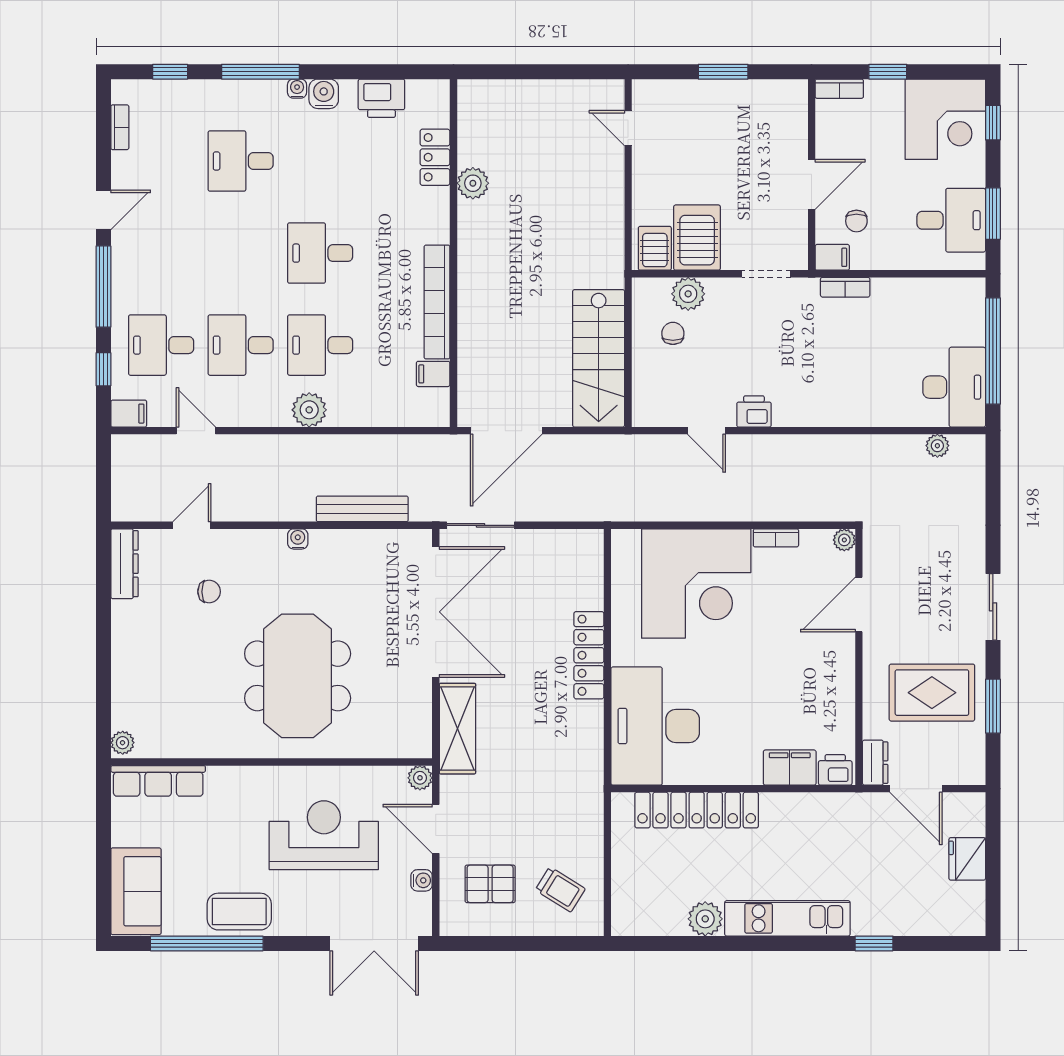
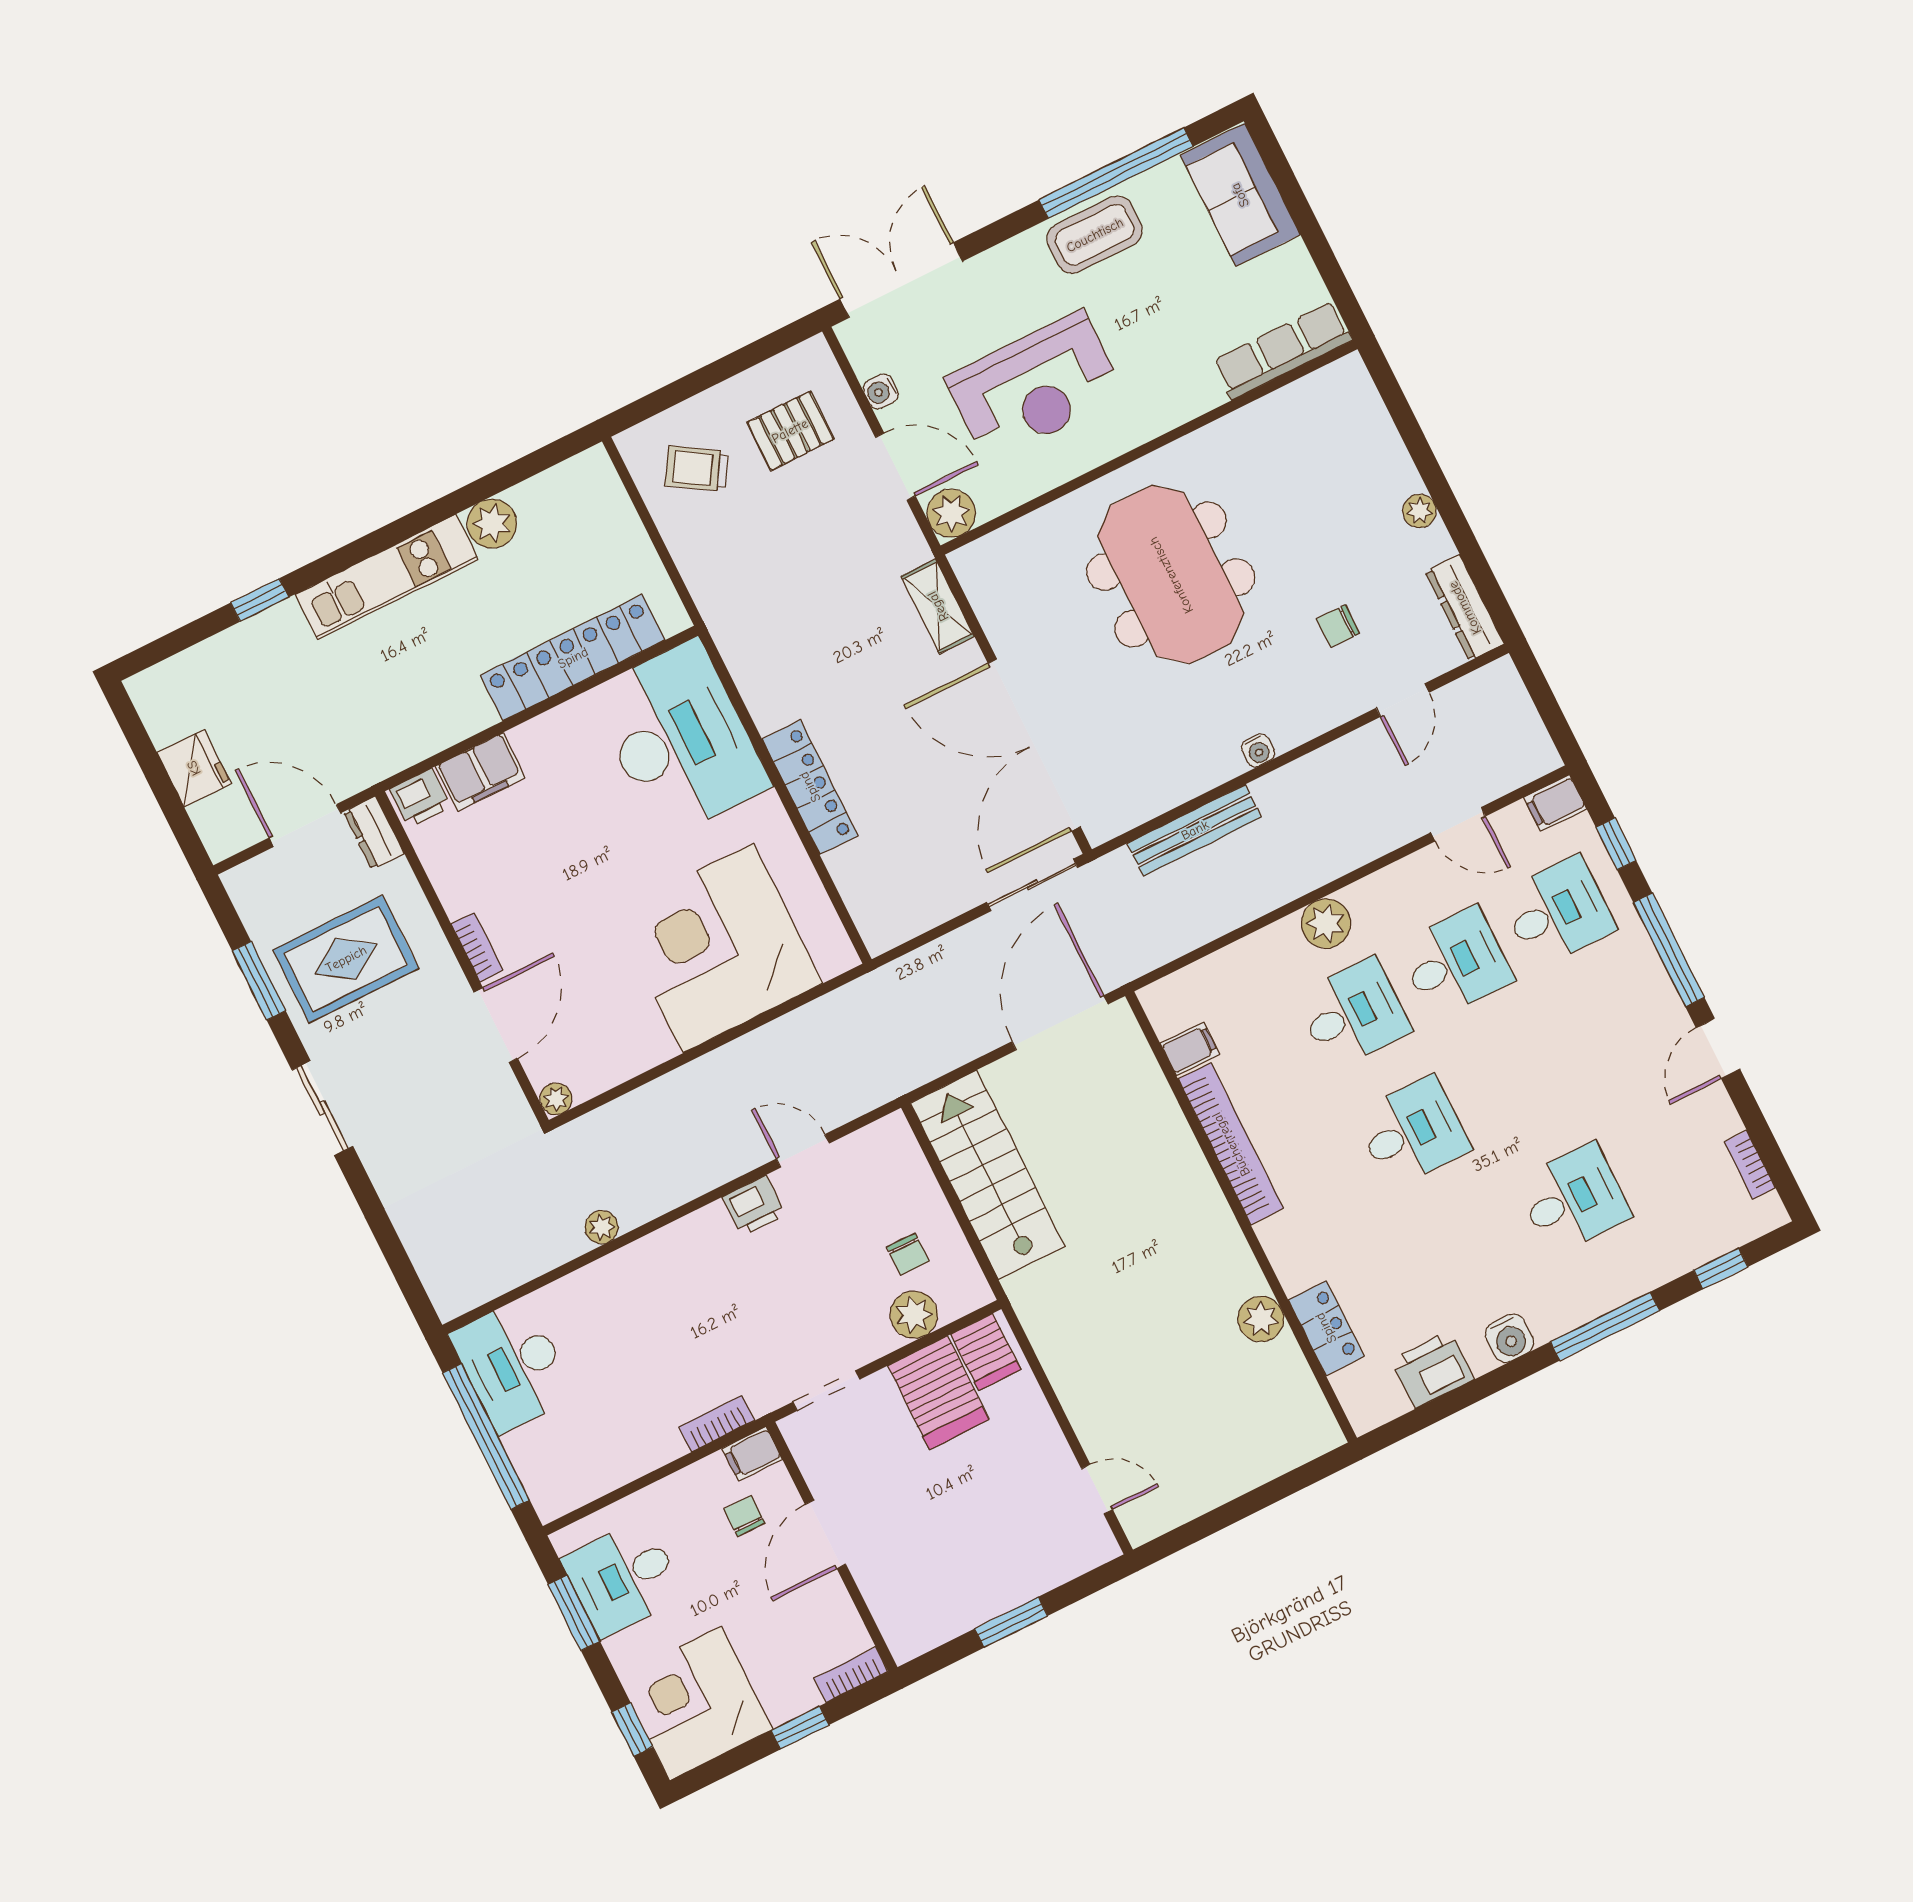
water cooler: (297, 89) -> (1547, 1328), removed
plant: (937, 446) -> (602, 1227), moved
bookcase: (776, 538) -> (477, 947), moved, turned 90
shelving: (457, 729) -> (938, 606), width x0.67, depth x0.75
plant: (123, 743) -> (1419, 511), moved
plant: (420, 778) -> (951, 513), width x1.38, depth x1.38

